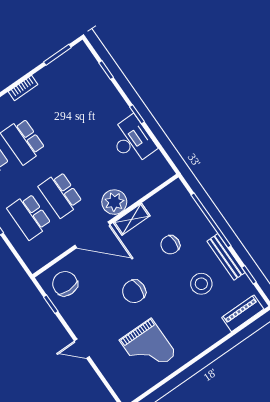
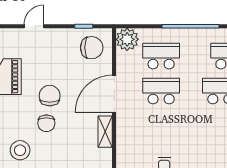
plant: (114, 202) -> (127, 39), moved
chair: (170, 245) -> (46, 123), moved, turned 180

